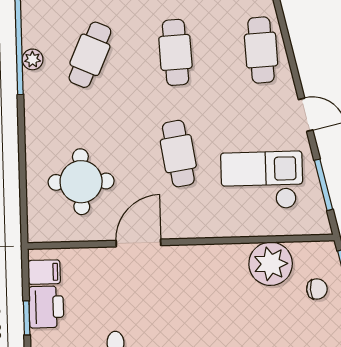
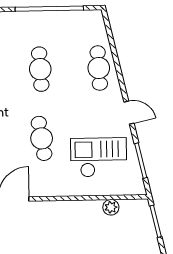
plant: (271, 264) -> (111, 207), width x0.53, depth x0.53
chair: (317, 289) -> (136, 232), removed

